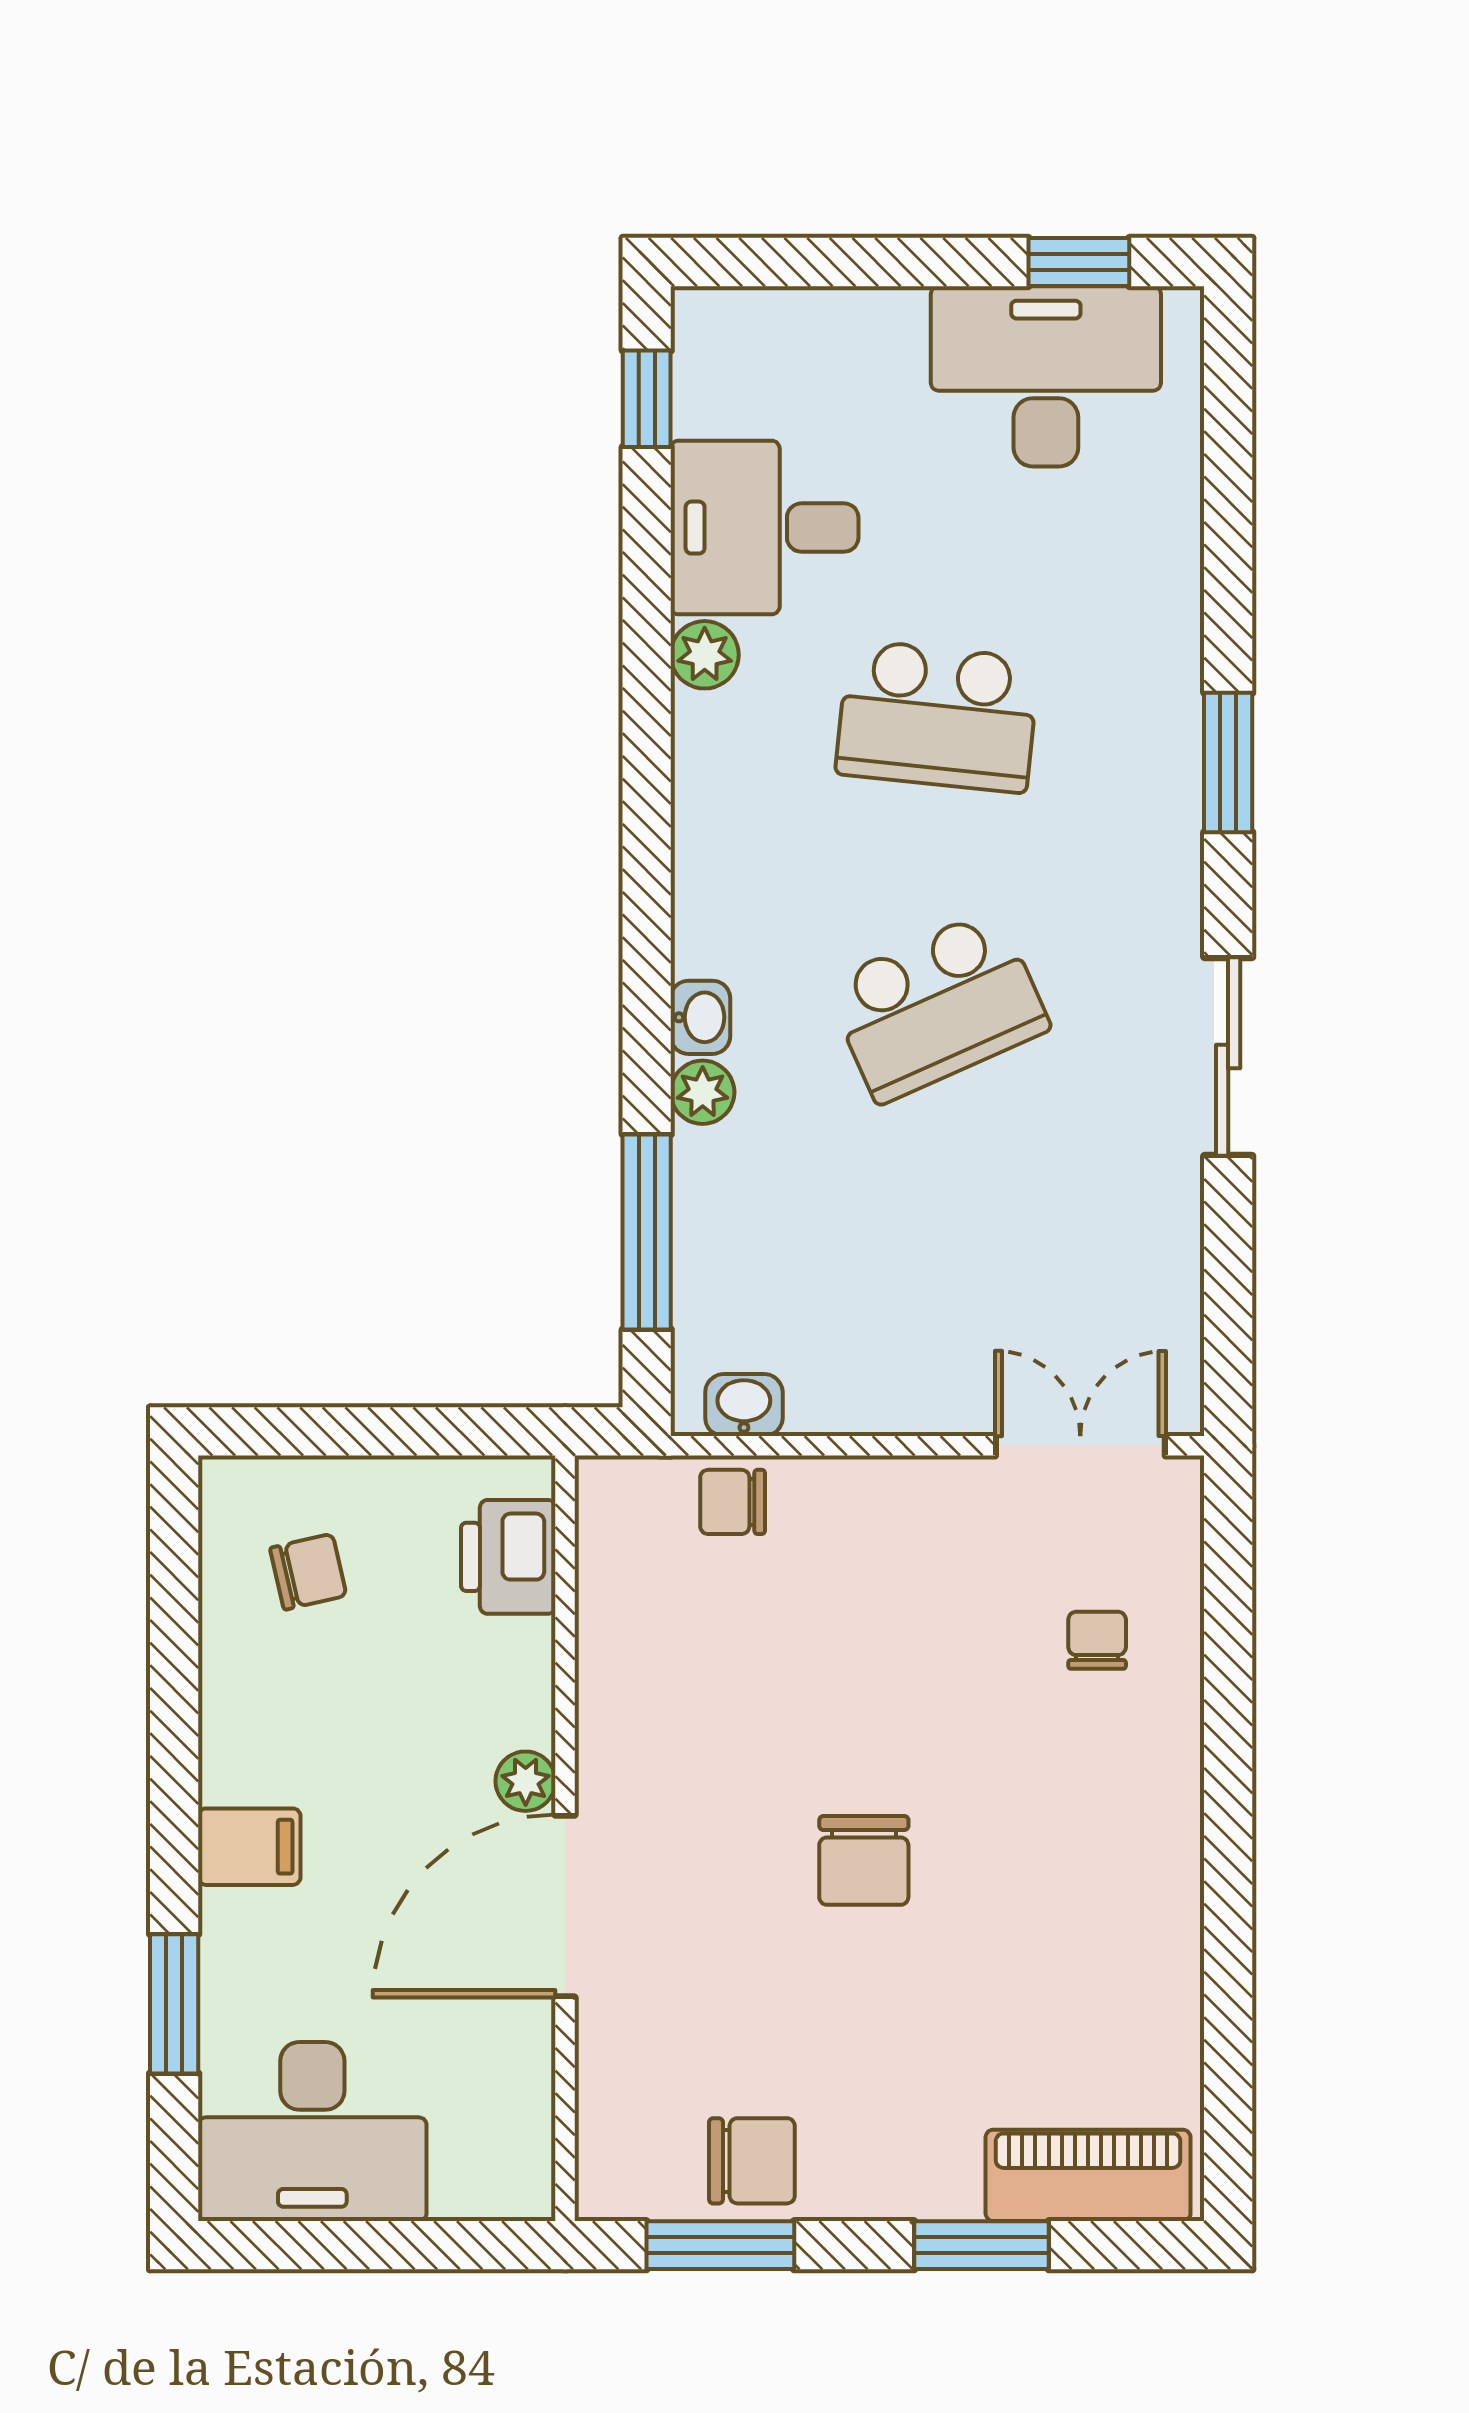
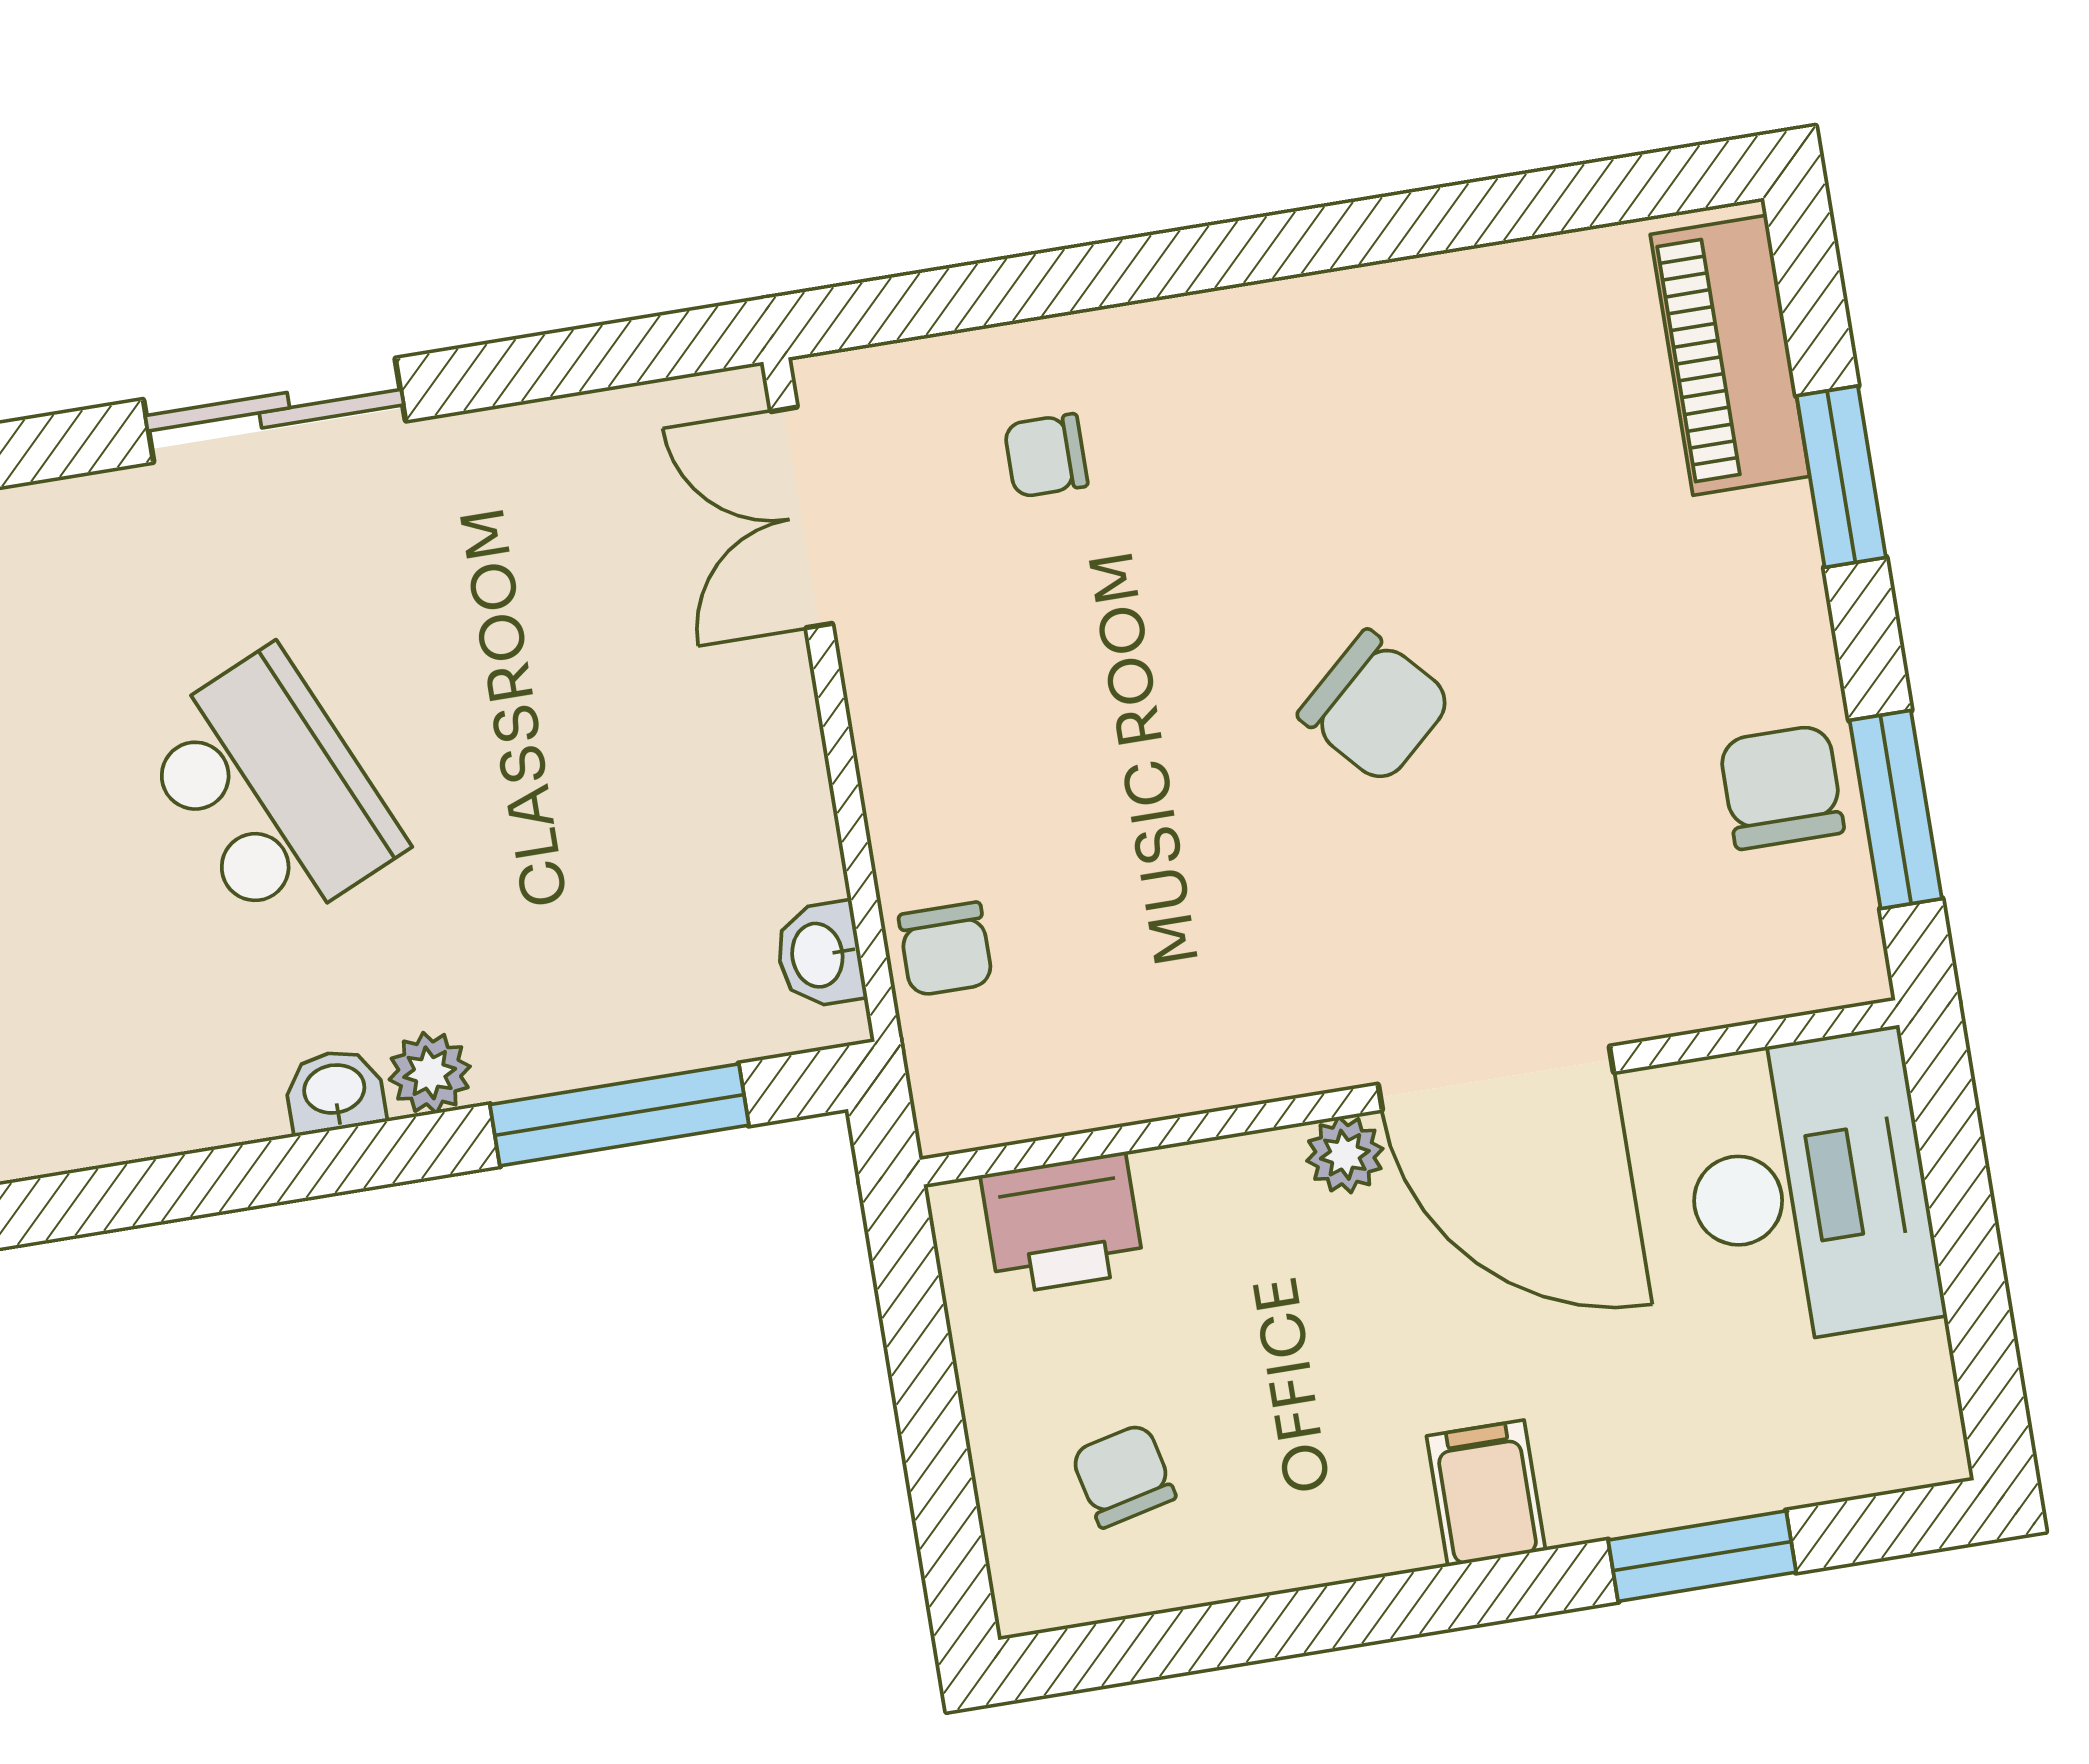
chair: (864, 1860) -> (1375, 707), turned 48
desk: (312, 2132) -> (1809, 1189), moved

